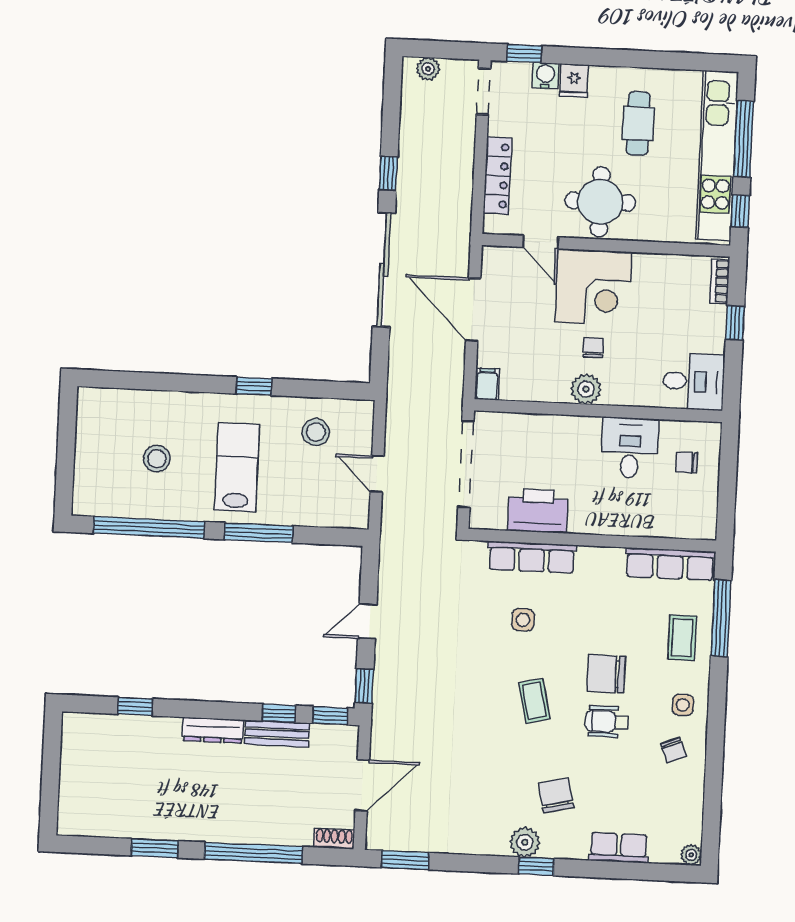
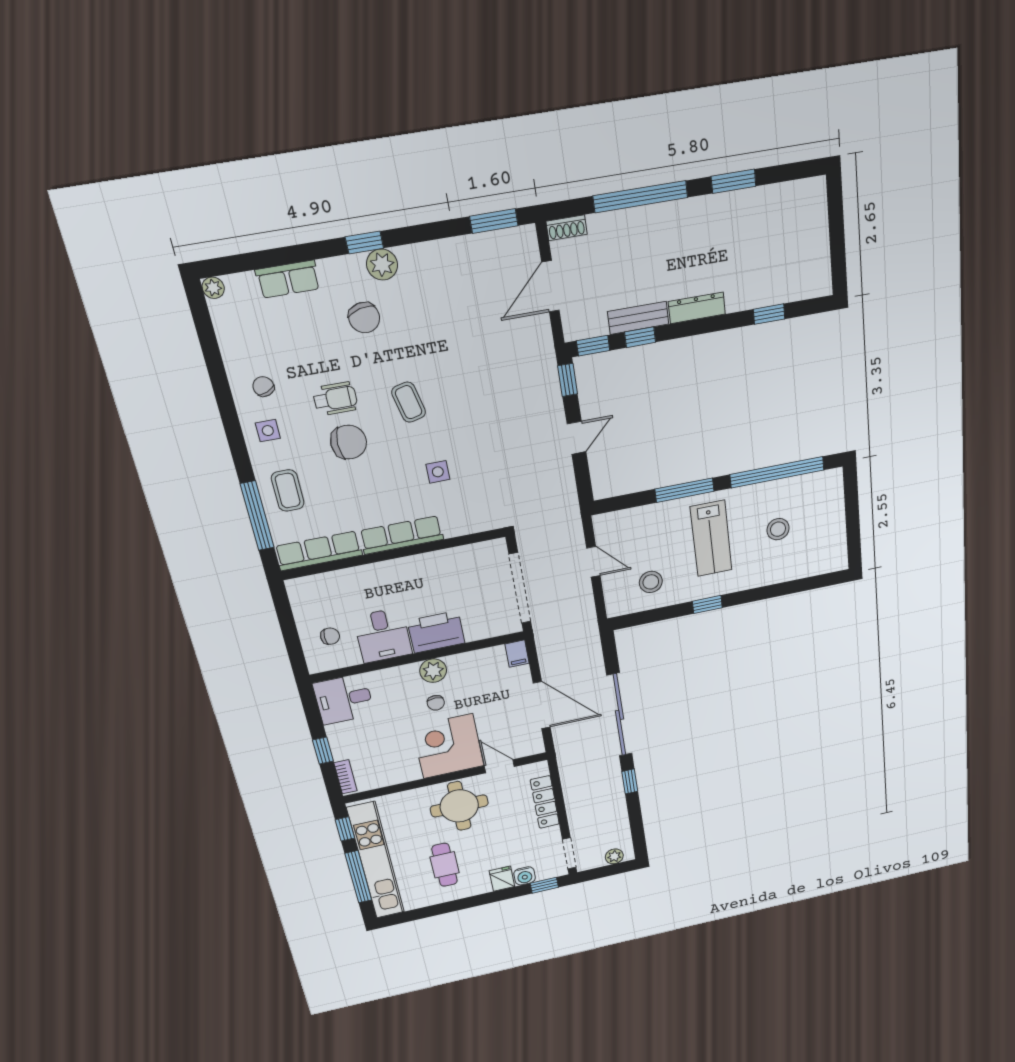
printer: (538, 511) -> (436, 632), moved, turned 180
row of seats: (532, 557) -> (402, 535), moved

